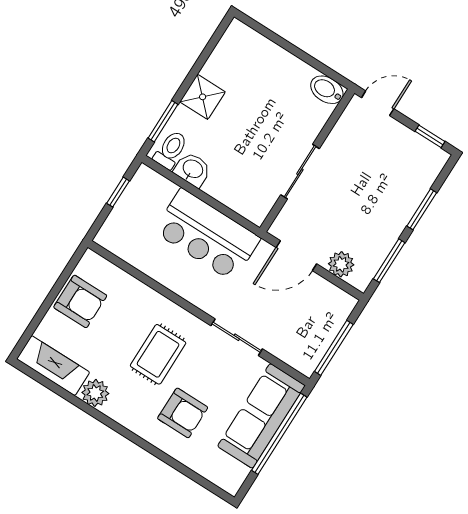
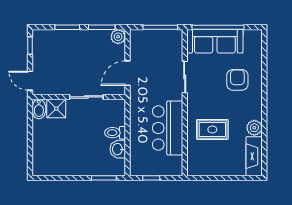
shower: (203, 97) -> (56, 109), moved
toilet: (171, 150) -> (115, 133), moved
bar counter: (207, 235) -> (168, 128), moved, turned 180
door: (296, 256) -> (128, 73), swing flipped
plant: (341, 264) -> (118, 37), moved
armchair: (80, 301) -> (215, 163), removed
rug: (158, 354) -> (212, 129), moved

